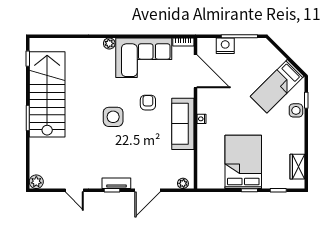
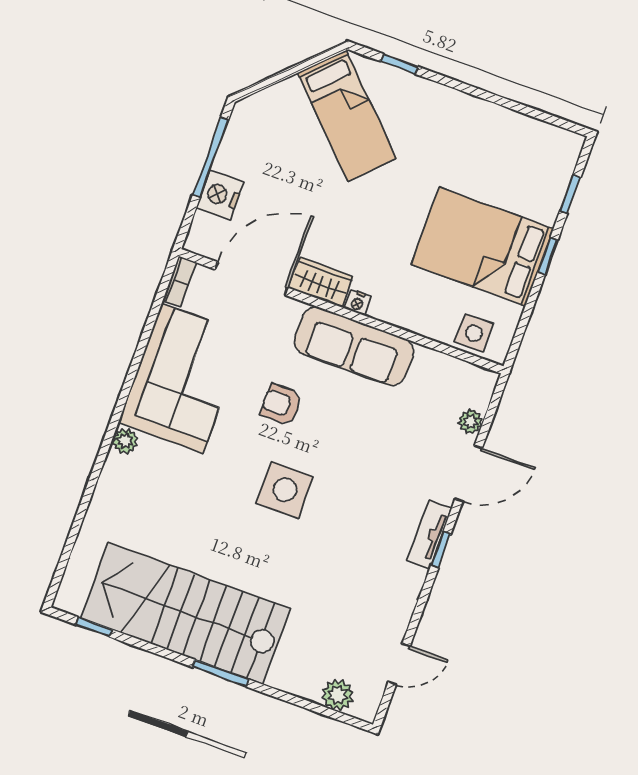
side table: (296, 110) -> (474, 333), moved
wardrobe: (297, 167) -> (321, 282), moved, turned 180
plant: (36, 182) -> (338, 695), moved
plant: (183, 183) -> (471, 422), moved
door: (74, 190) -> (399, 664), moved
door: (147, 190) -> (469, 474), hinge flipped

